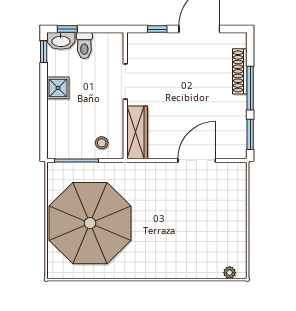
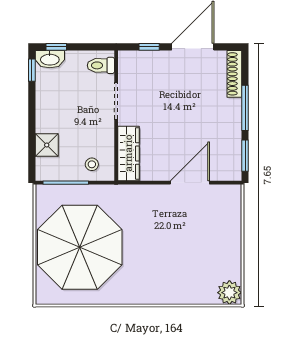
toilet: (84, 46) -> (101, 65), moved, turned 90
shoe rack: (240, 71) -> (234, 74), moved
shower: (58, 88) -> (47, 145), moved
plant: (230, 273) -> (229, 293), width x1.88, depth x1.88

